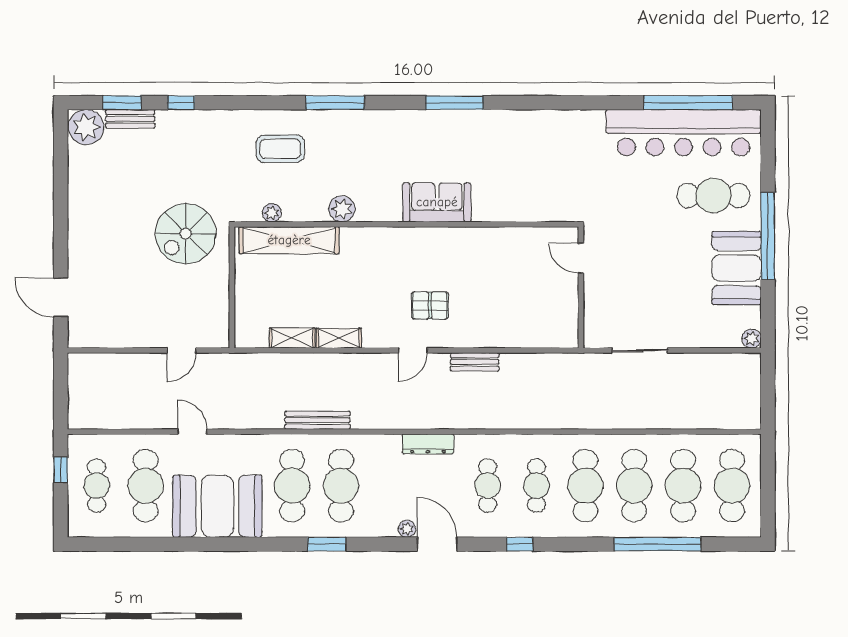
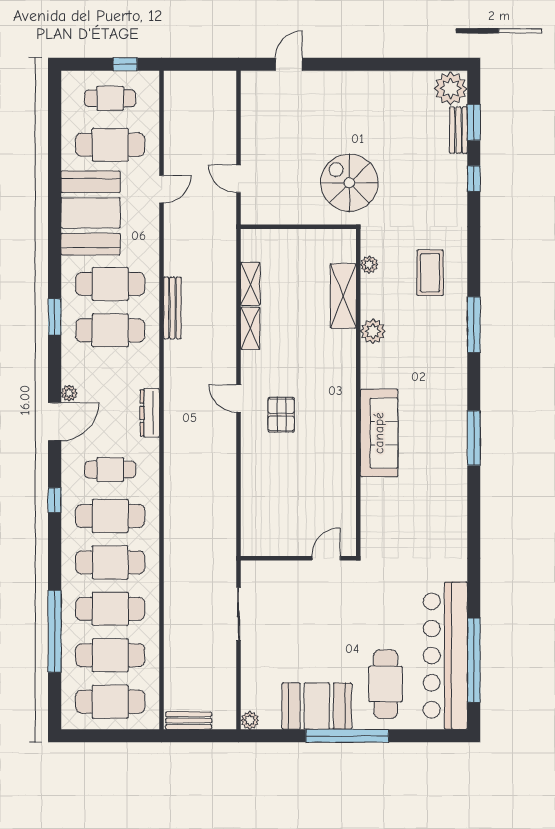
sofa: (437, 202) -> (379, 433), width x1.36
shelving: (289, 240) -> (343, 296), width x0.68
door: (61, 298) -> (289, 64), width x0.73
bench: (475, 362) -> (189, 721), moved, turned 90
cafe table: (536, 486) -> (110, 516), width x1.37, depth x1.35

